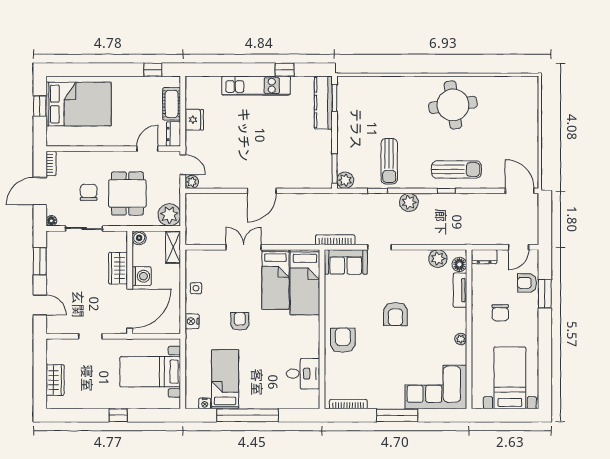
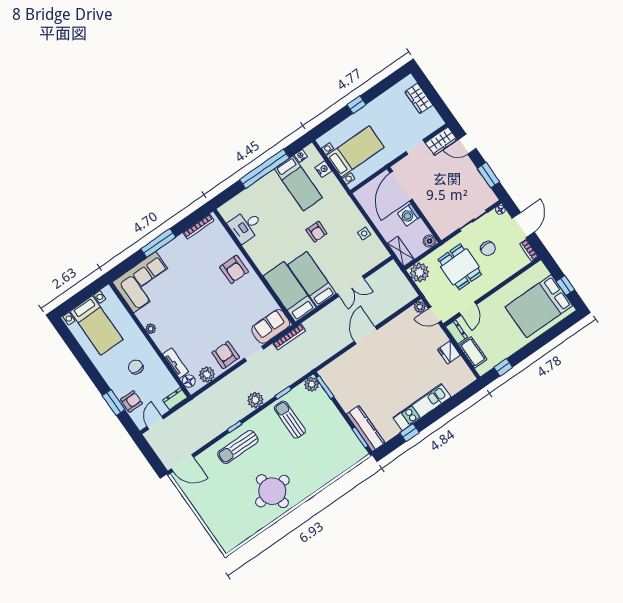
wardrobe: (118, 268) -> (441, 141), moved, turned 90
armchair: (395, 314) -> (226, 355), moved
nightstand: (192, 321) -> (323, 169), moved

